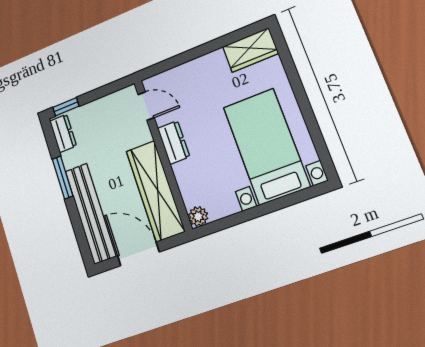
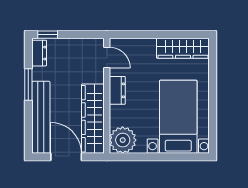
wardrobe: (250, 50) -> (183, 48), width x1.50
plant: (198, 216) -> (123, 140), width x1.87, depth x1.87

